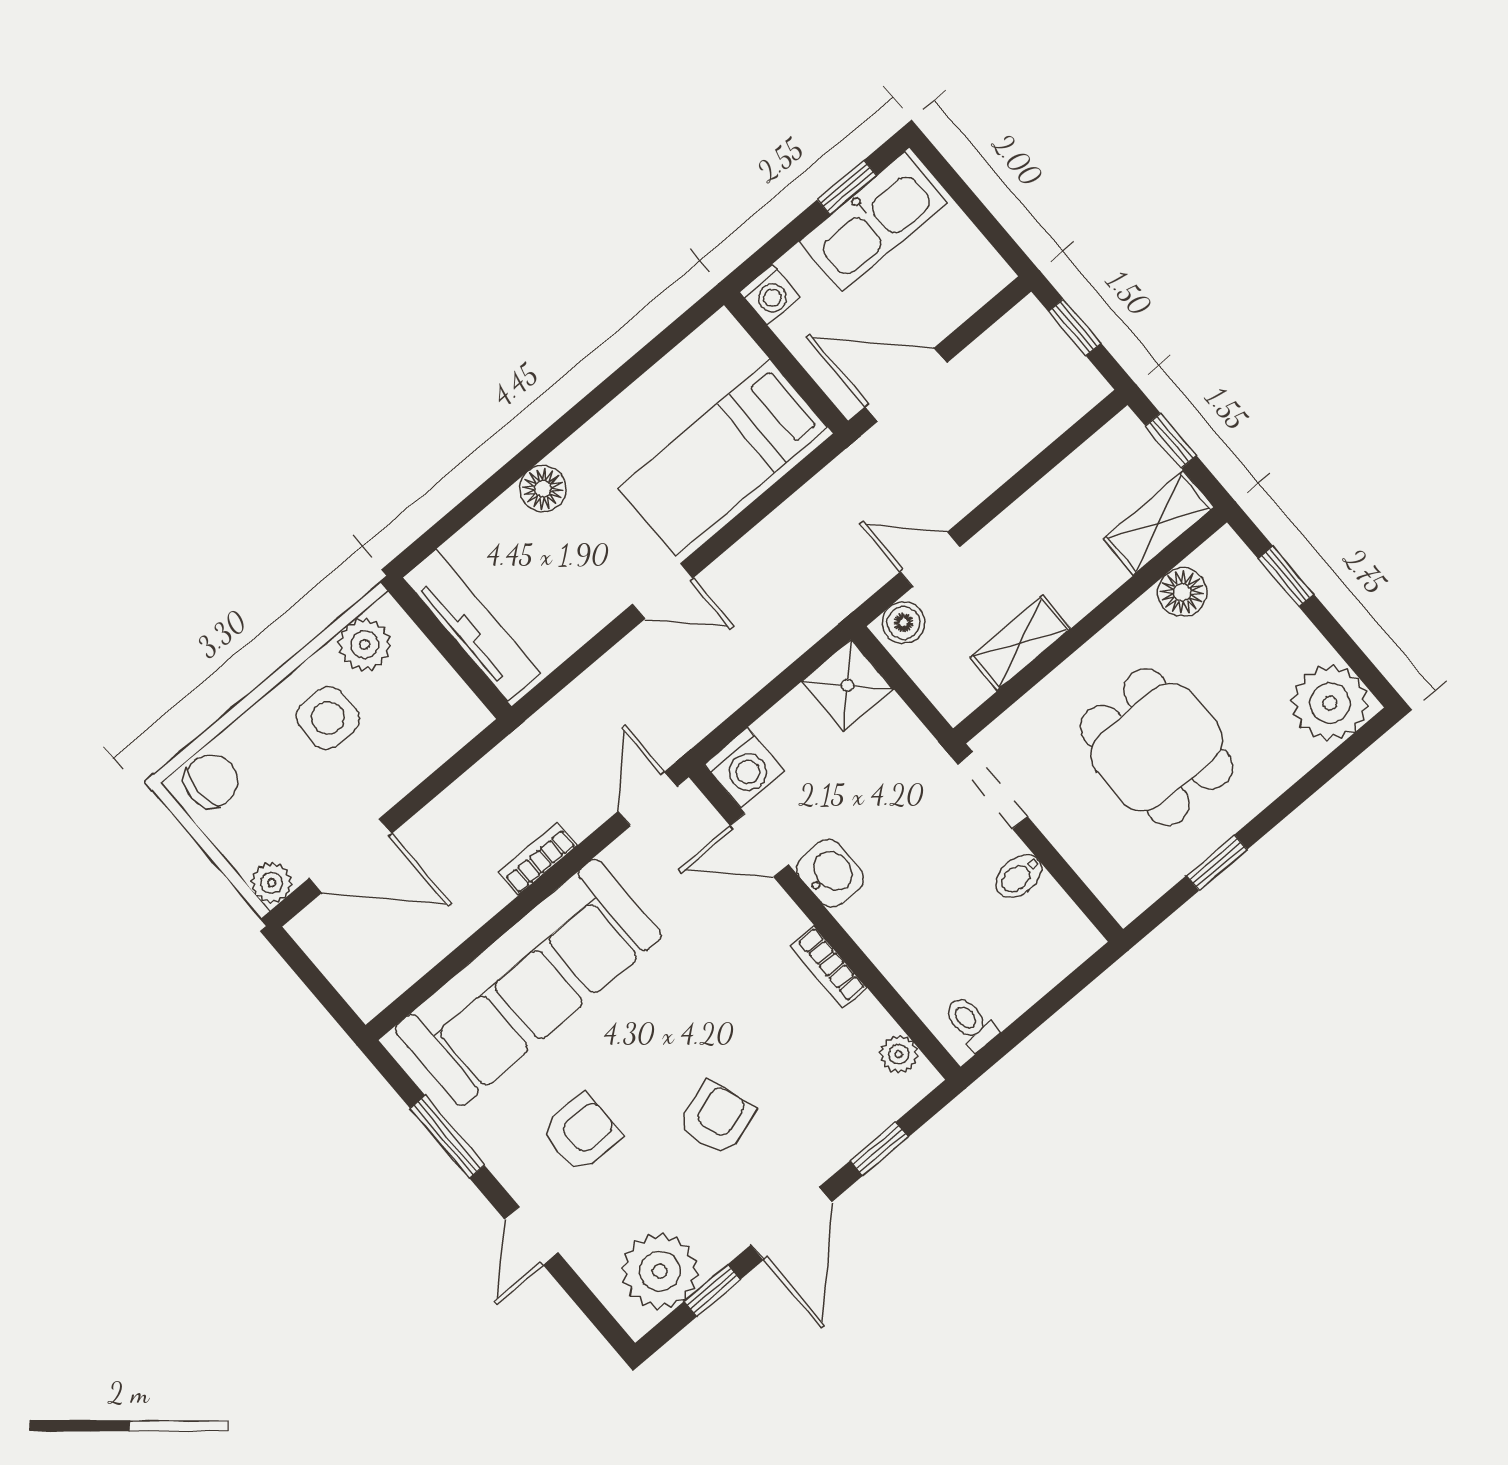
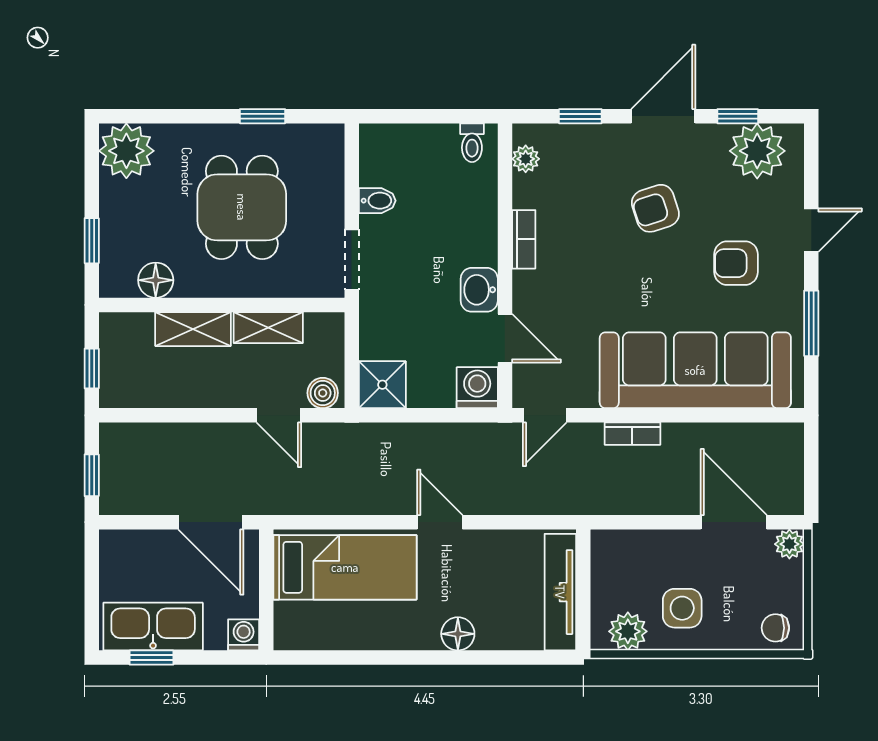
shelving: (1159, 523) -> (193, 329), moved
chair: (211, 781) -> (775, 628), width x0.73, depth x0.73

